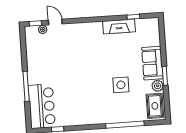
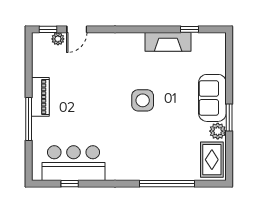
door: (55, 22) -> (77, 29), swing flipped
piano: (33, 71) -> (40, 97), added
side table: (121, 85) -> (143, 100), moved
bar counter: (42, 106) -> (74, 163), moved, turned -90

